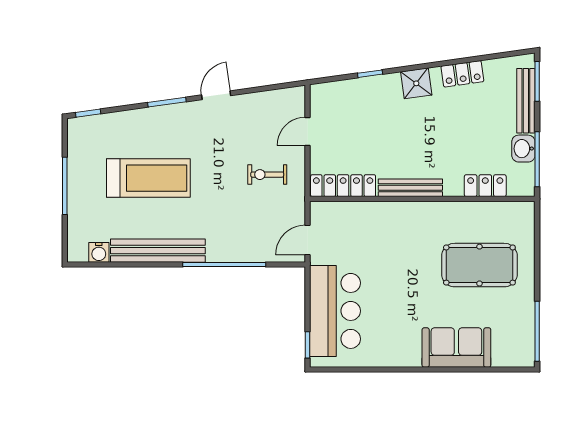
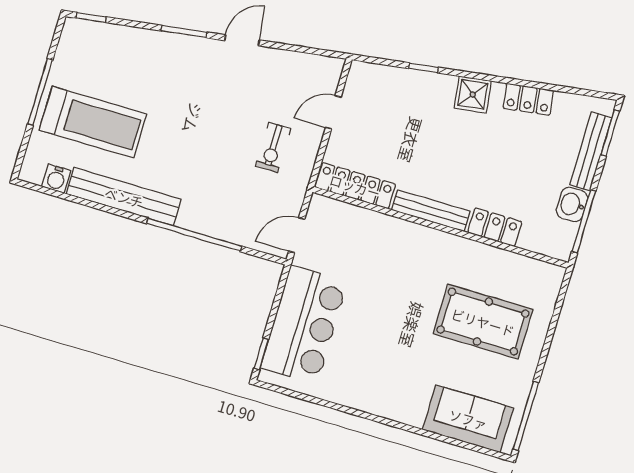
exercise bike: (267, 175) -> (273, 147), turned -90
treadmill: (148, 178) -> (93, 122), moved
locker: (485, 186) -> (495, 227), moved
sofa: (456, 347) -> (468, 419), moved

